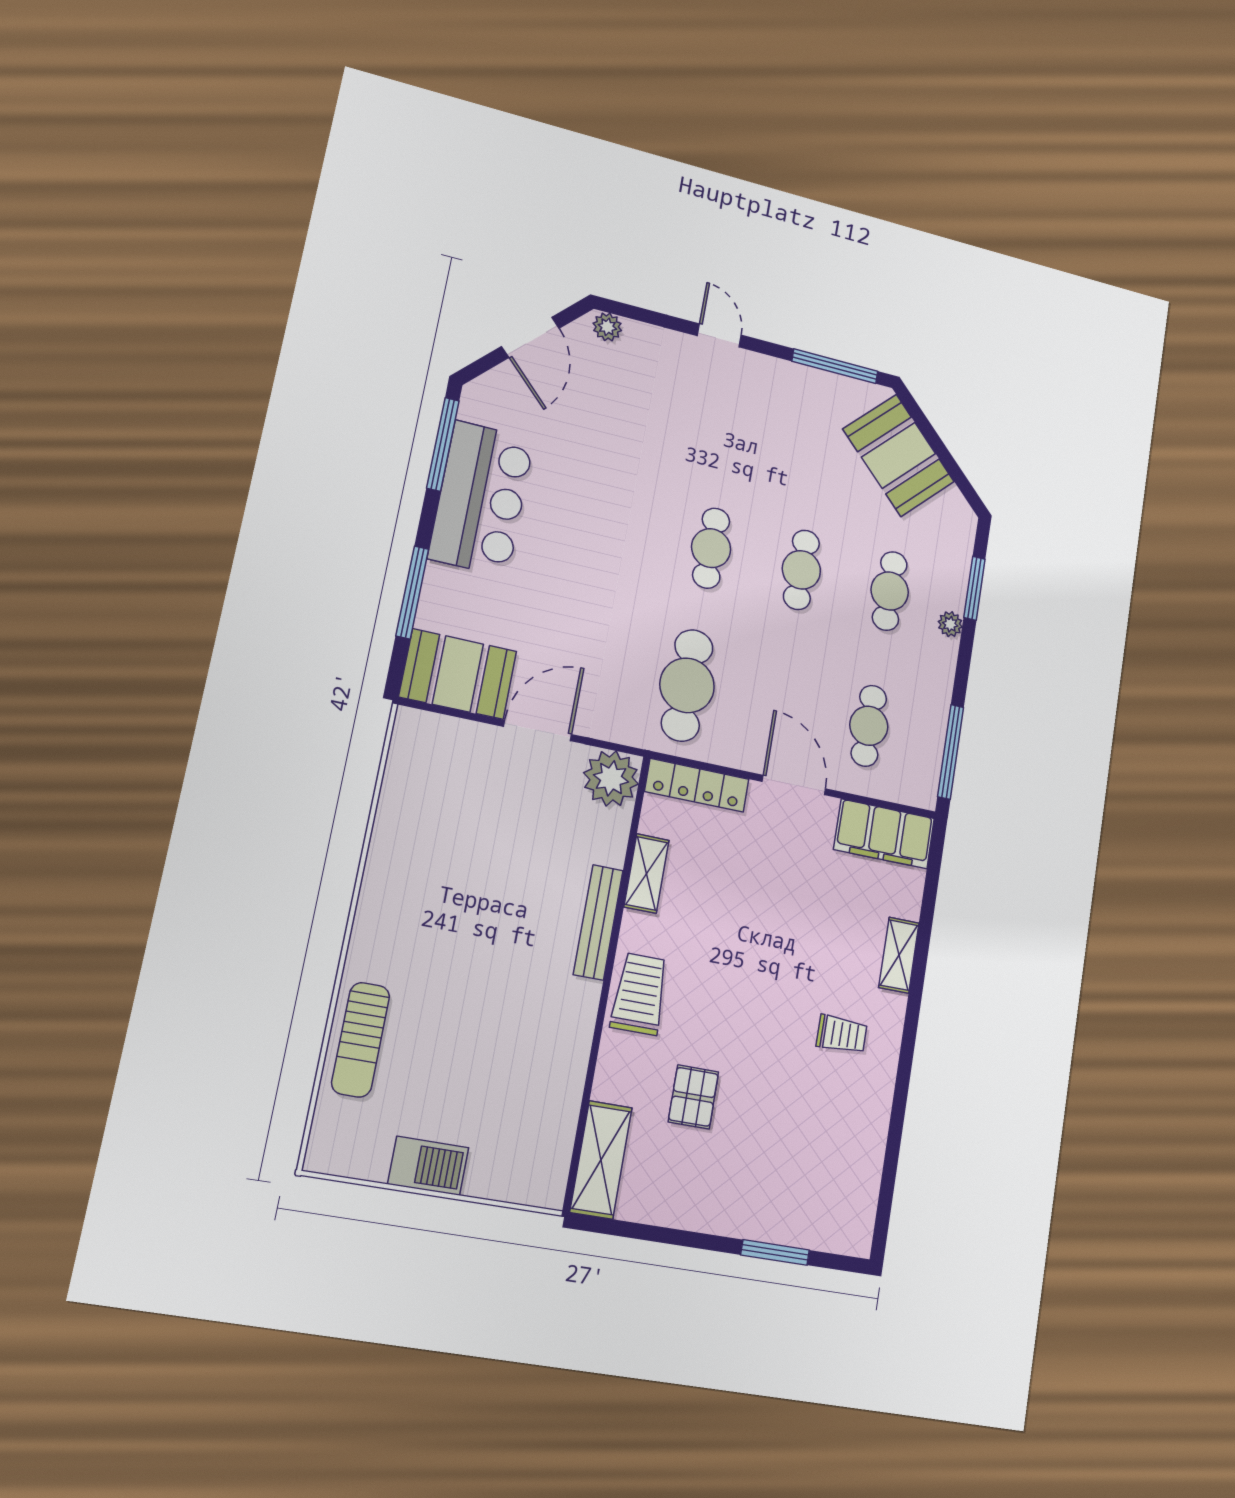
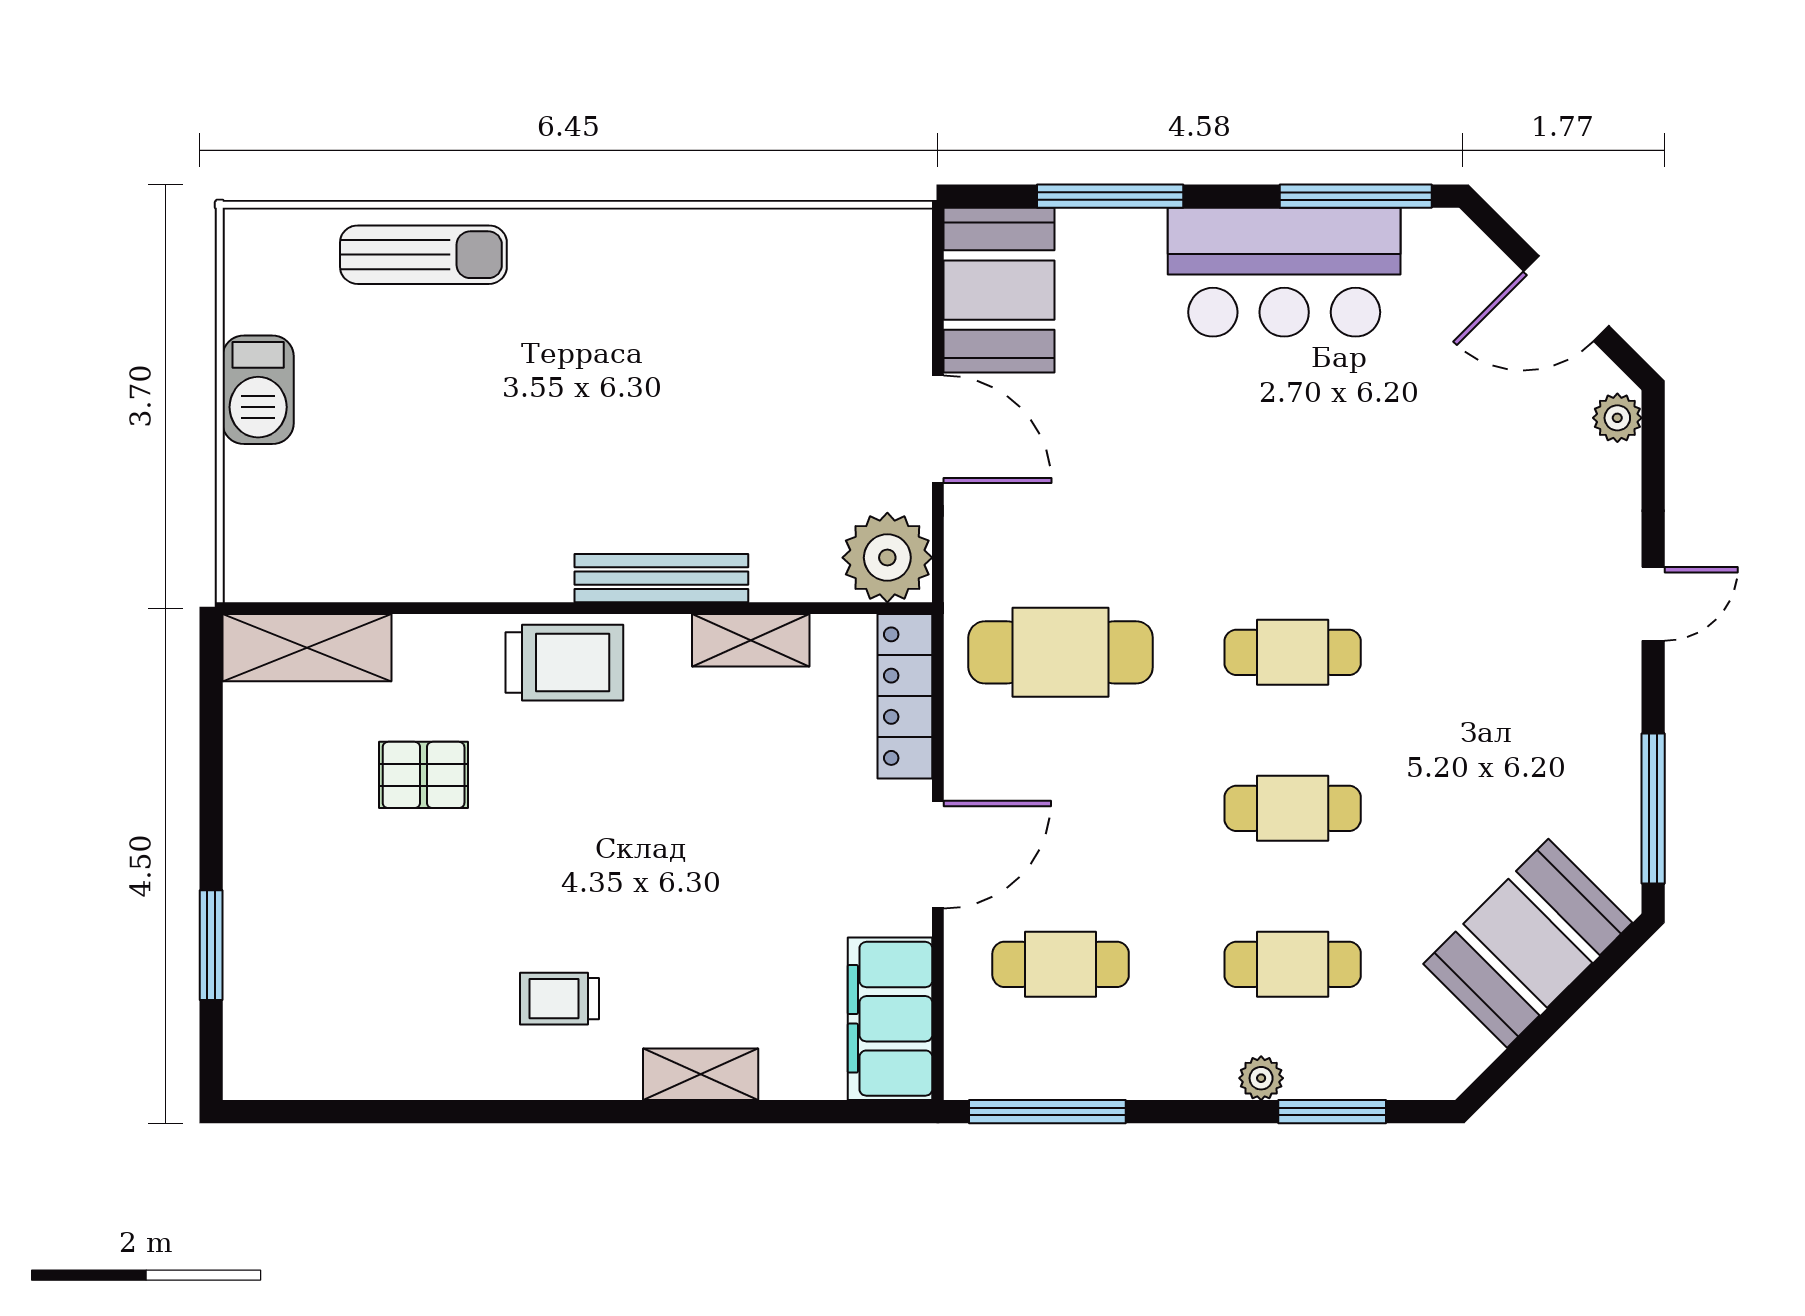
trolley: (842, 1034) -> (560, 999), turned 90
sun lounger: (361, 1040) -> (423, 255), turned 180

